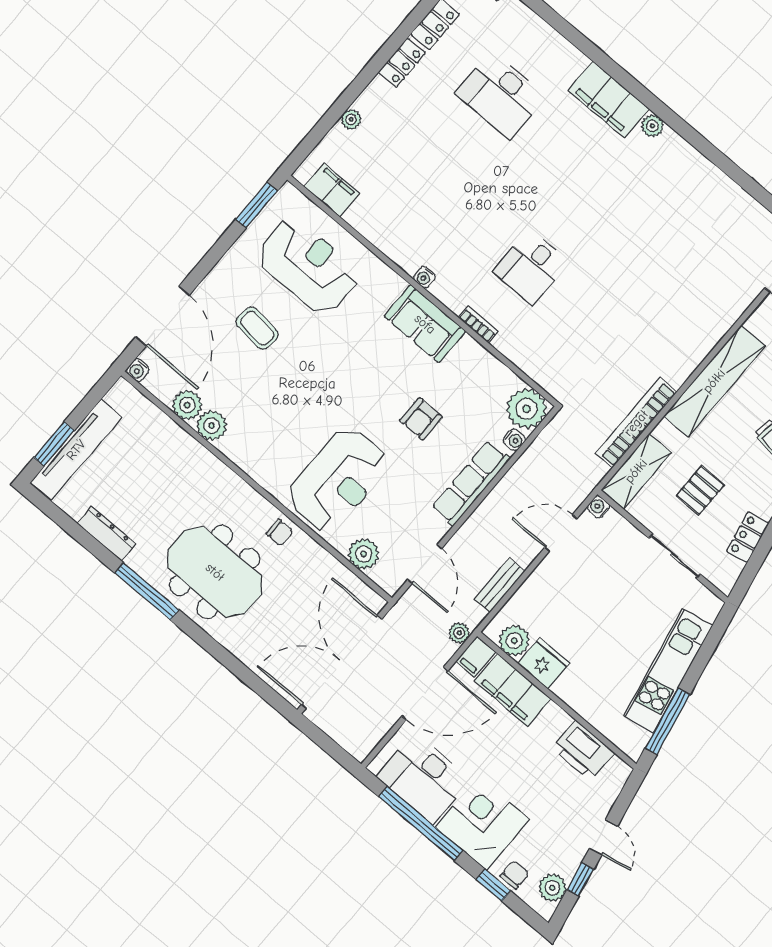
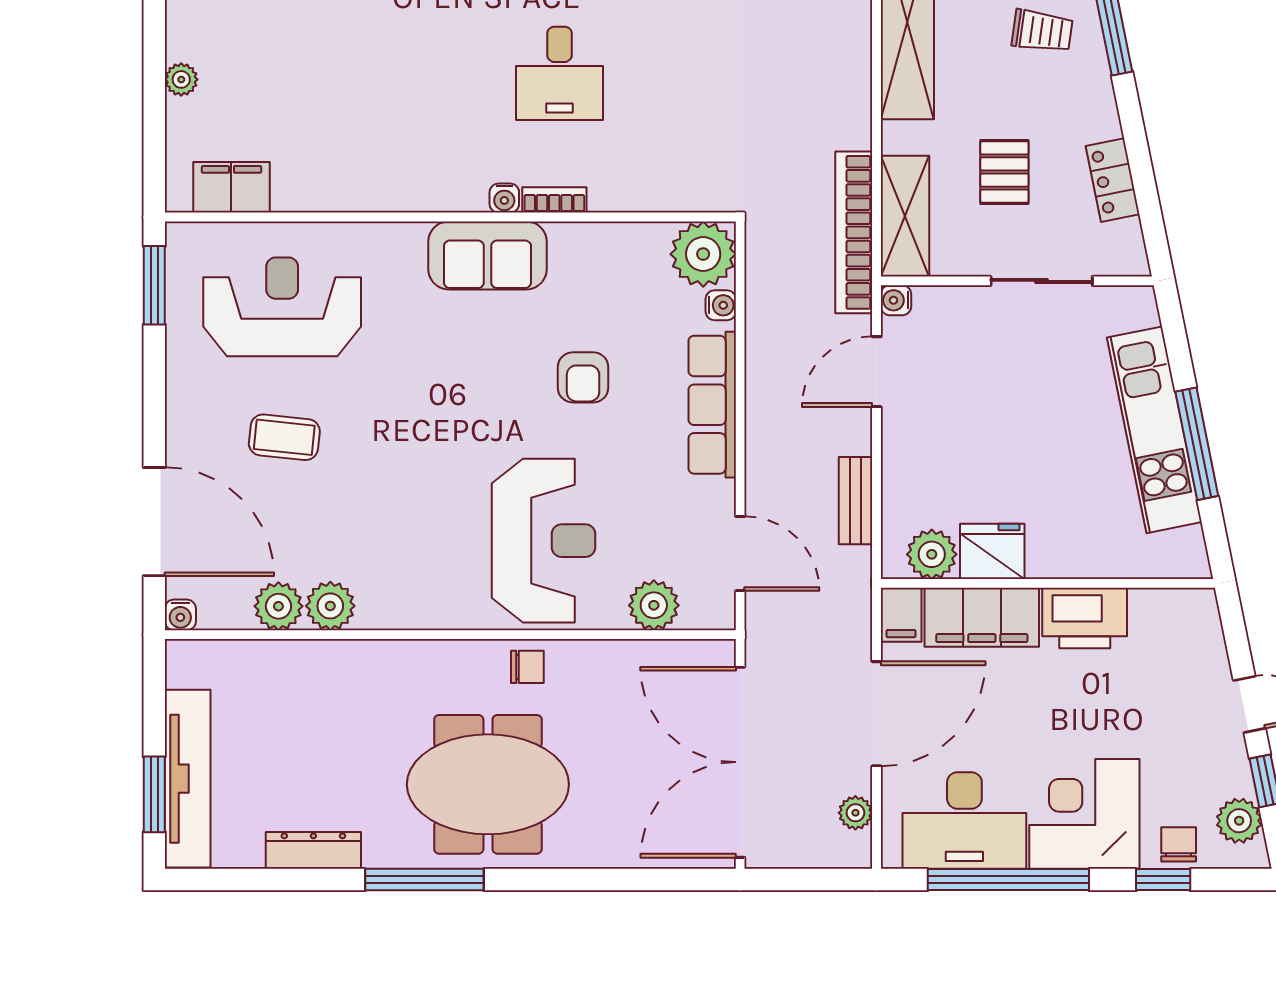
water cooler: (424, 277) -> (504, 198), moved
bookcase: (636, 423) -> (854, 232), moved
plant: (459, 633) -> (855, 813), moved
window: (668, 721) -> (1197, 444), moved
printer: (583, 750) -> (1085, 618), moved

